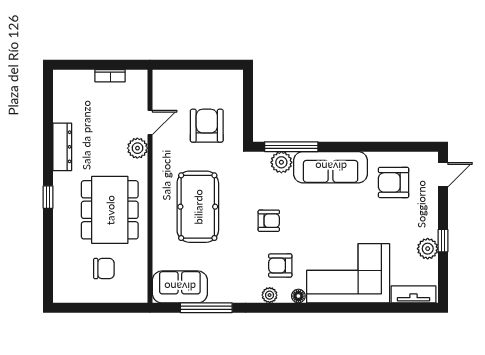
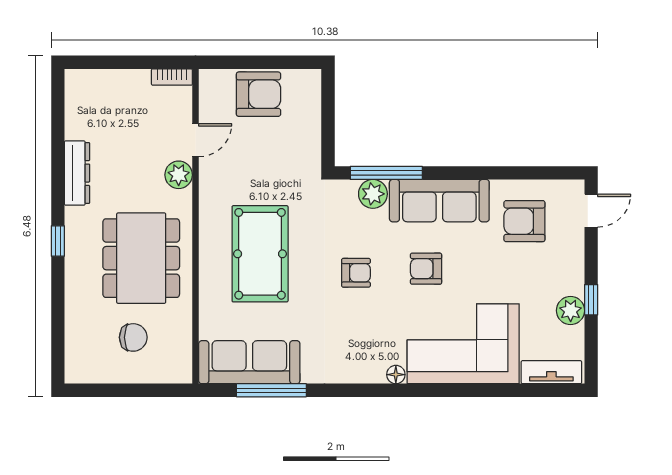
bookcase: (110, 76) -> (172, 77), moved
armchair: (207, 126) -> (258, 94), moved, turned 90
armchair: (280, 265) -> (426, 269), moved
sofa: (180, 287) -> (249, 362), width x1.36
plant: (270, 295) -> (357, 373), removed

